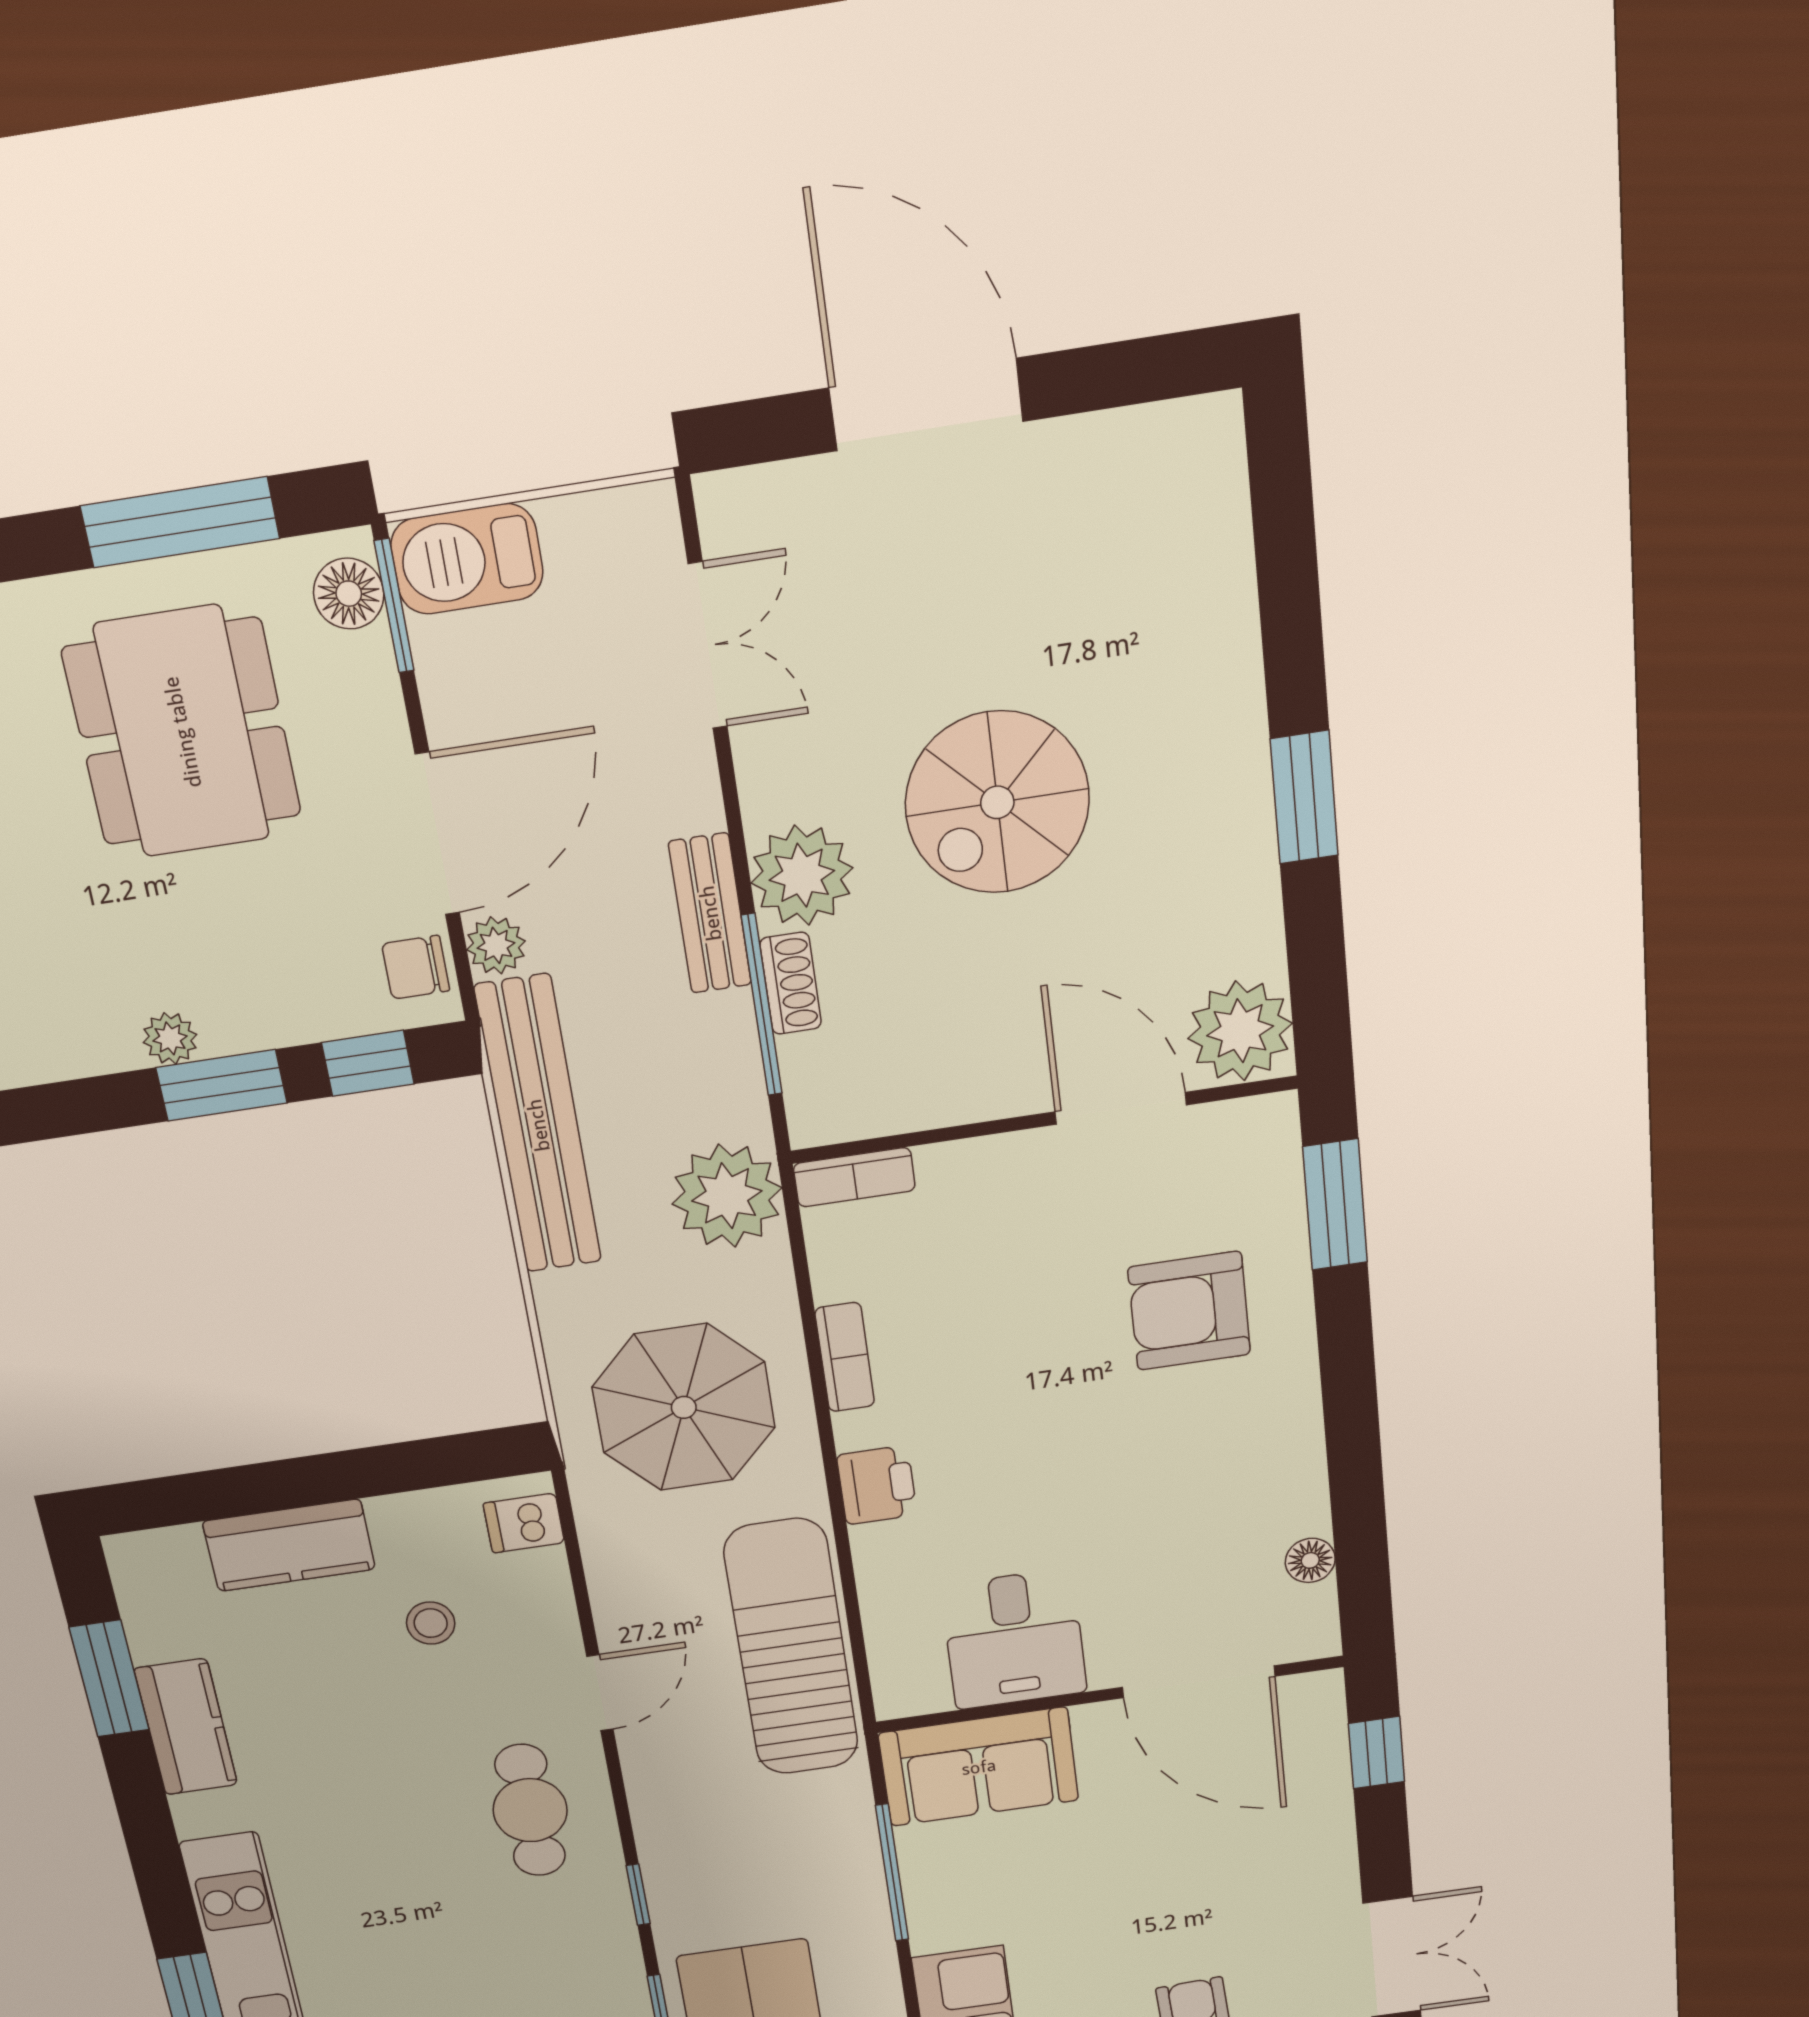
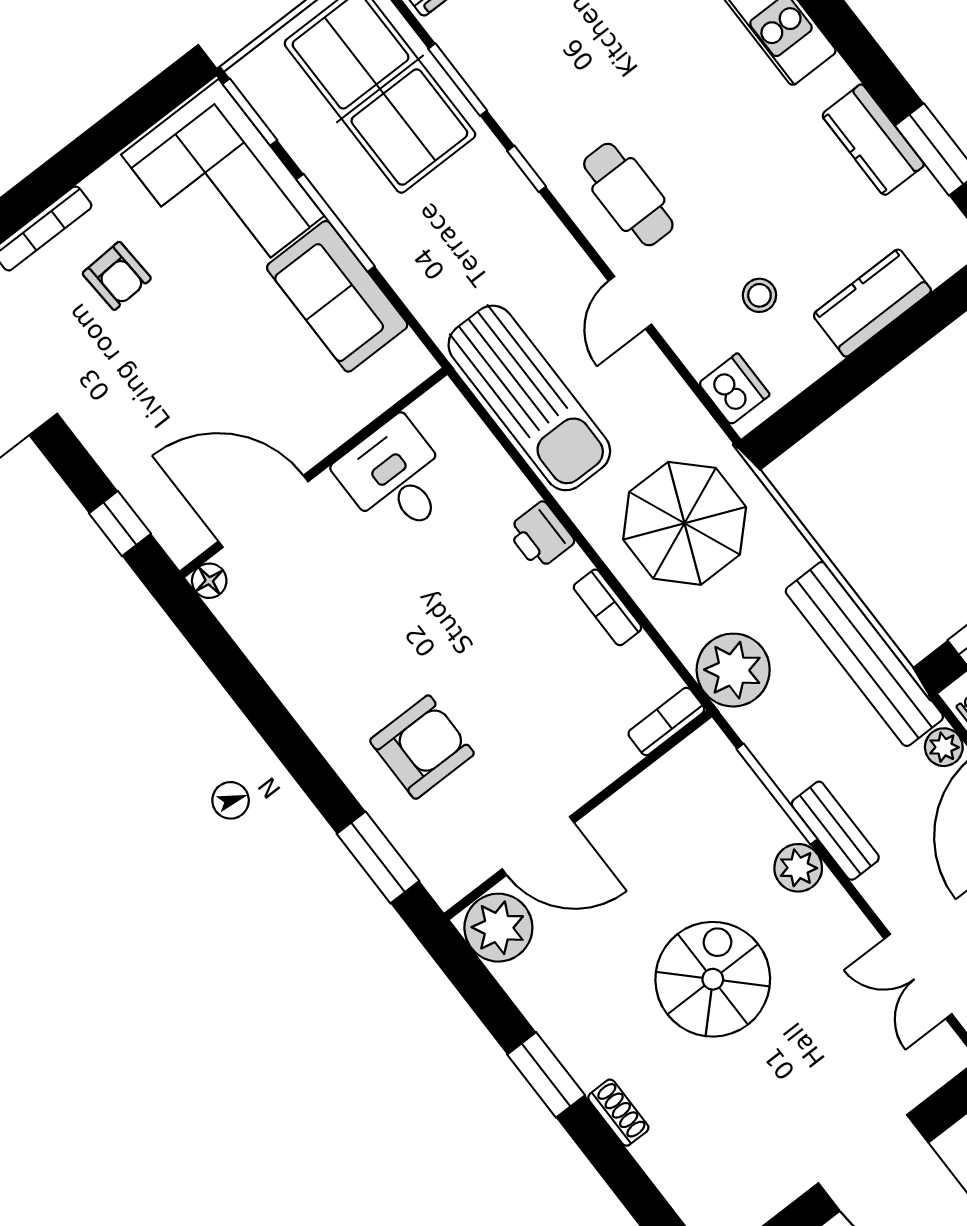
plant: (802, 875) -> (798, 868), width x0.73, depth x0.73
shoe rack: (791, 983) -> (618, 1113), moved, turned 180
dishwasher: (524, 1523) -> (734, 389), width x1.38
floor lamp: (1310, 1560) -> (209, 581), moved
sofa: (979, 1767) -> (337, 296), moved, turned -90
window: (892, 1873) -> (336, 223), moved

